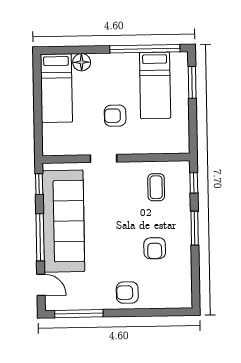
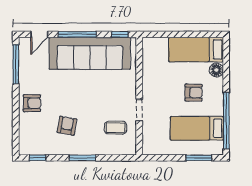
armchair: (115, 116) -> (194, 93), moved, turned 90
doorway: (103, 158) -> (139, 110), moved
window: (194, 183) -> (37, 158), moved
armchair: (155, 248) -> (67, 126), turned 100
armchair: (127, 293) -> (32, 103), turned 90

